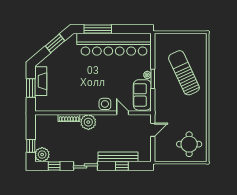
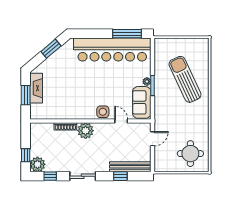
window: (98, 29) -> (127, 34), moved
bench: (118, 157) -> (130, 167), moved

